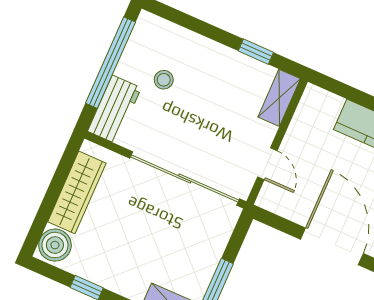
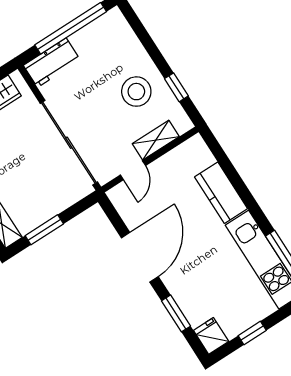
stool: (164, 80) -> (136, 92), moved, width x1.89, depth x1.89
shelving: (279, 98) -> (156, 140), moved

